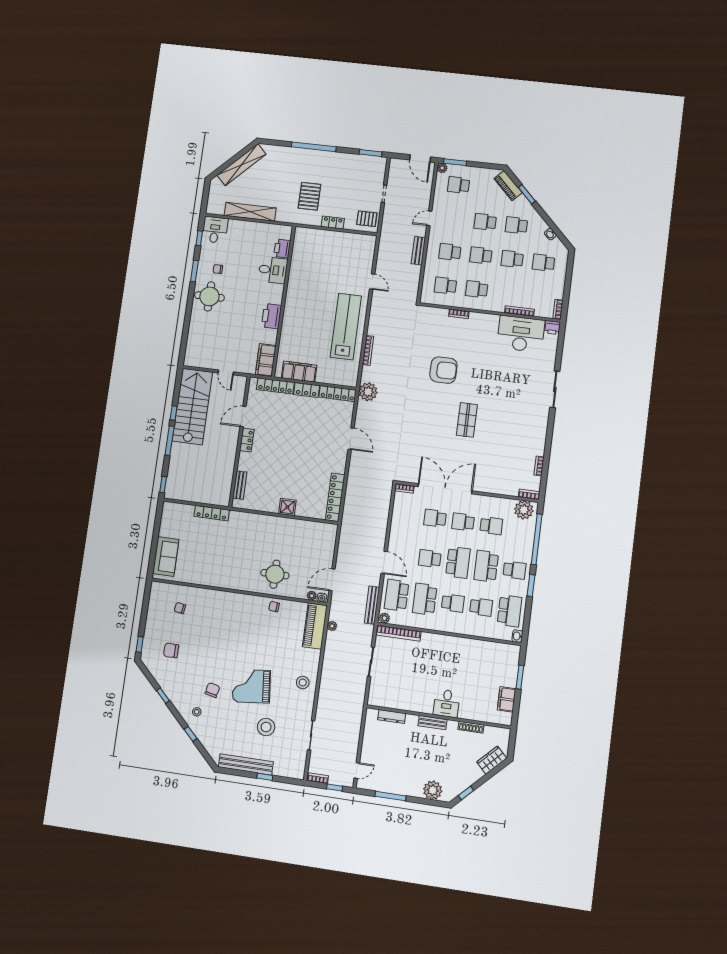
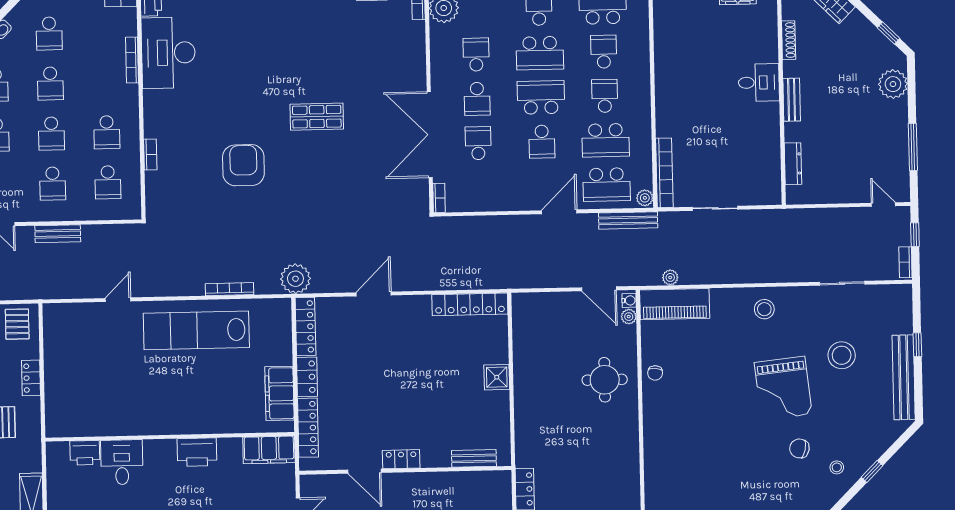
school desk: (435, 518) -> (478, 143), turned 180

